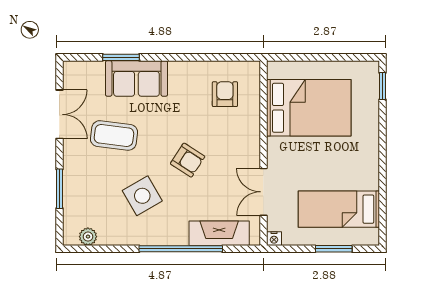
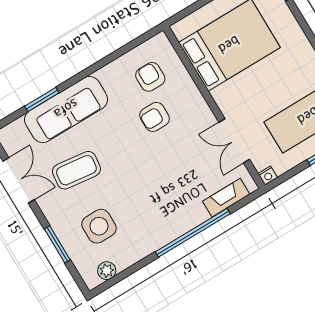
sofa: (136, 78) -> (66, 109), width x1.36
armchair: (188, 160) -> (155, 117), moved, turned 147
side table: (142, 196) -> (99, 226), moved, turned 30
fireplace: (219, 233) -> (226, 198), width x0.73, depth x0.76

